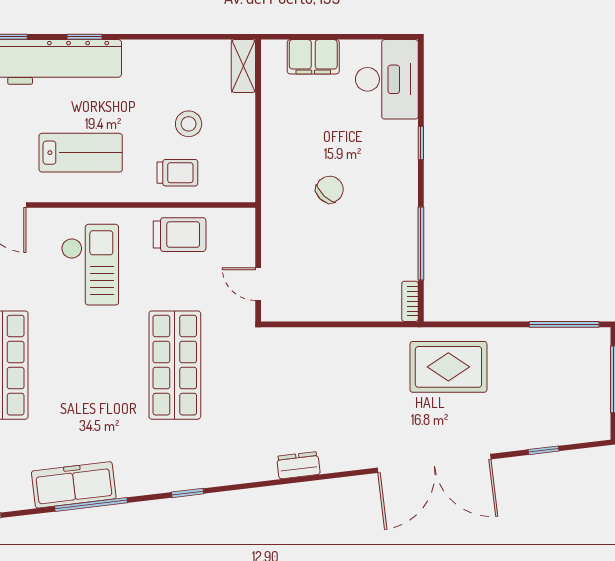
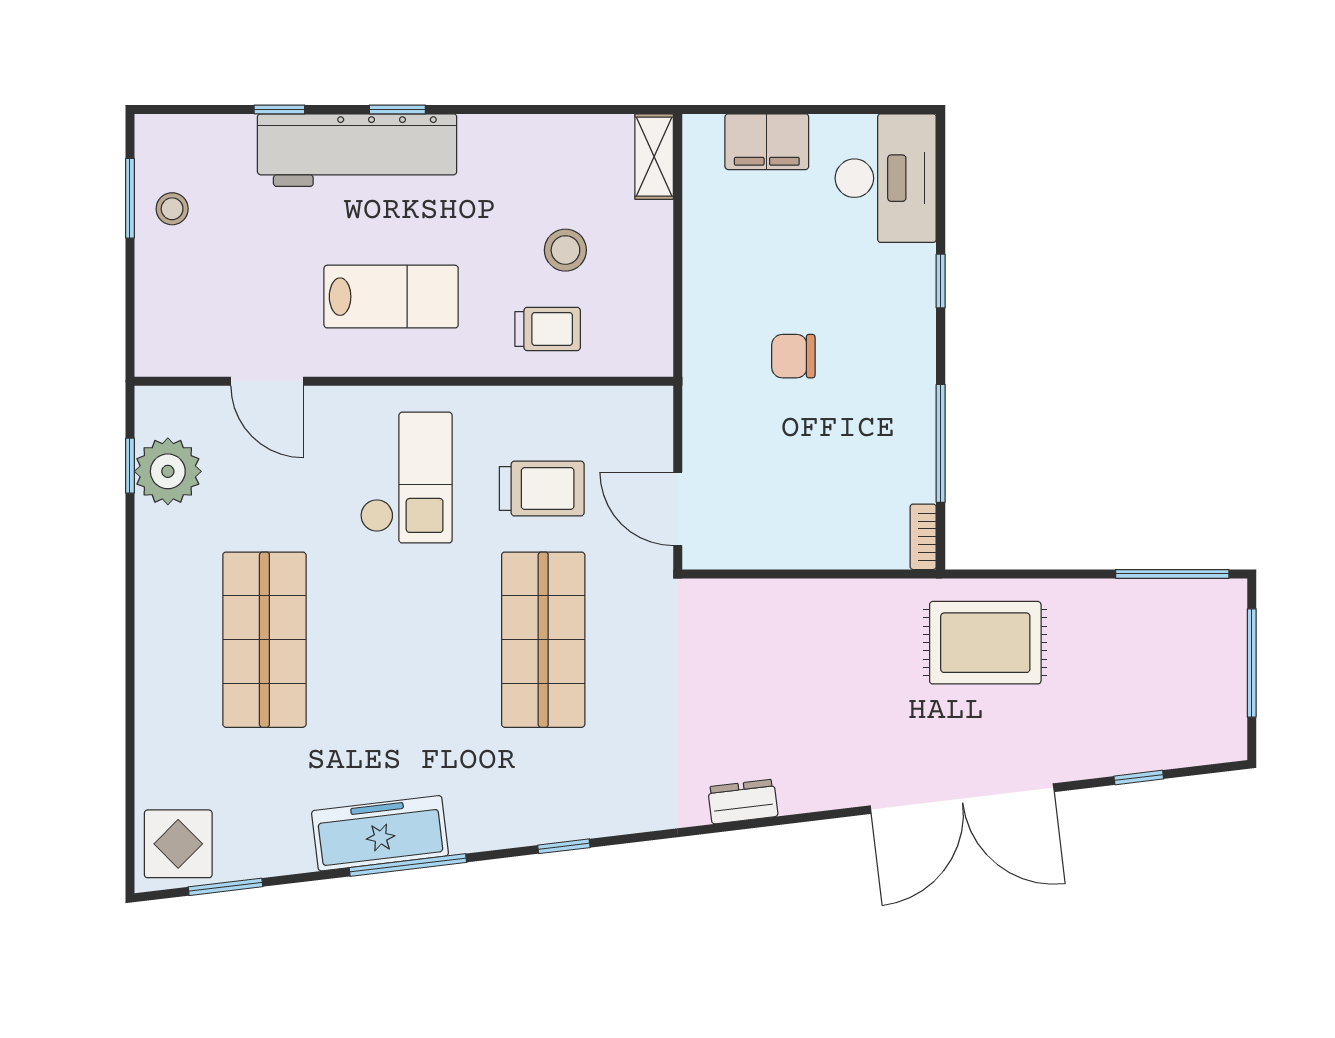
chair: (330, 190) -> (793, 356), turned -134
trolley: (180, 235) -> (542, 489), moved
door: (258, 284) -> (678, 509), width x1.38

